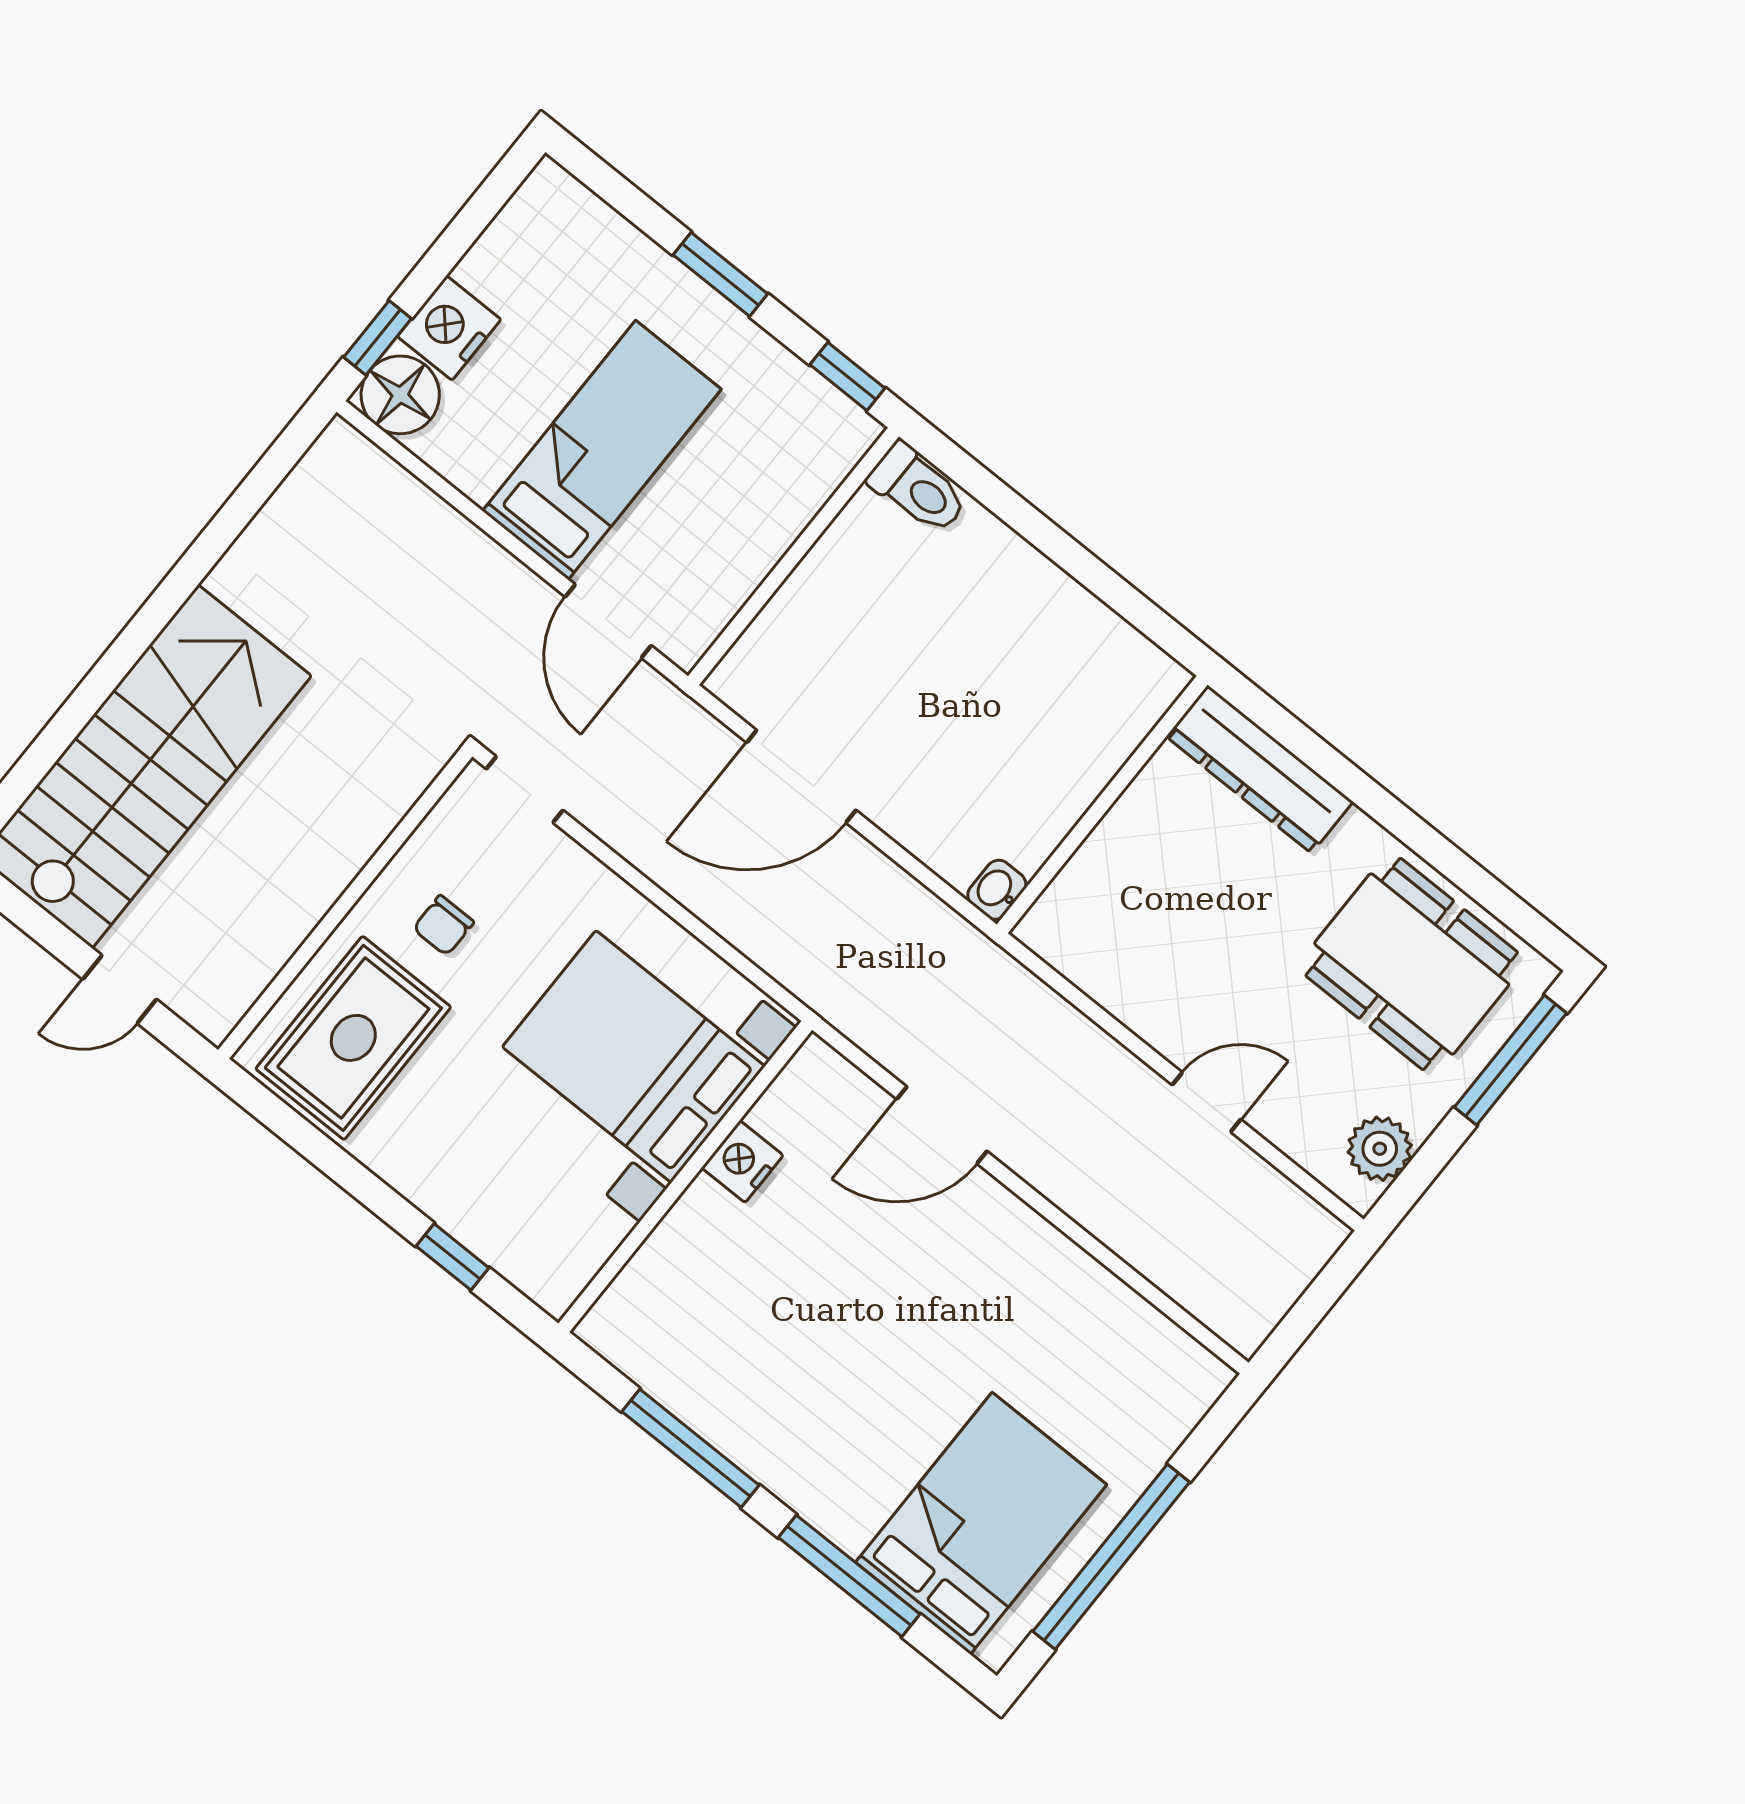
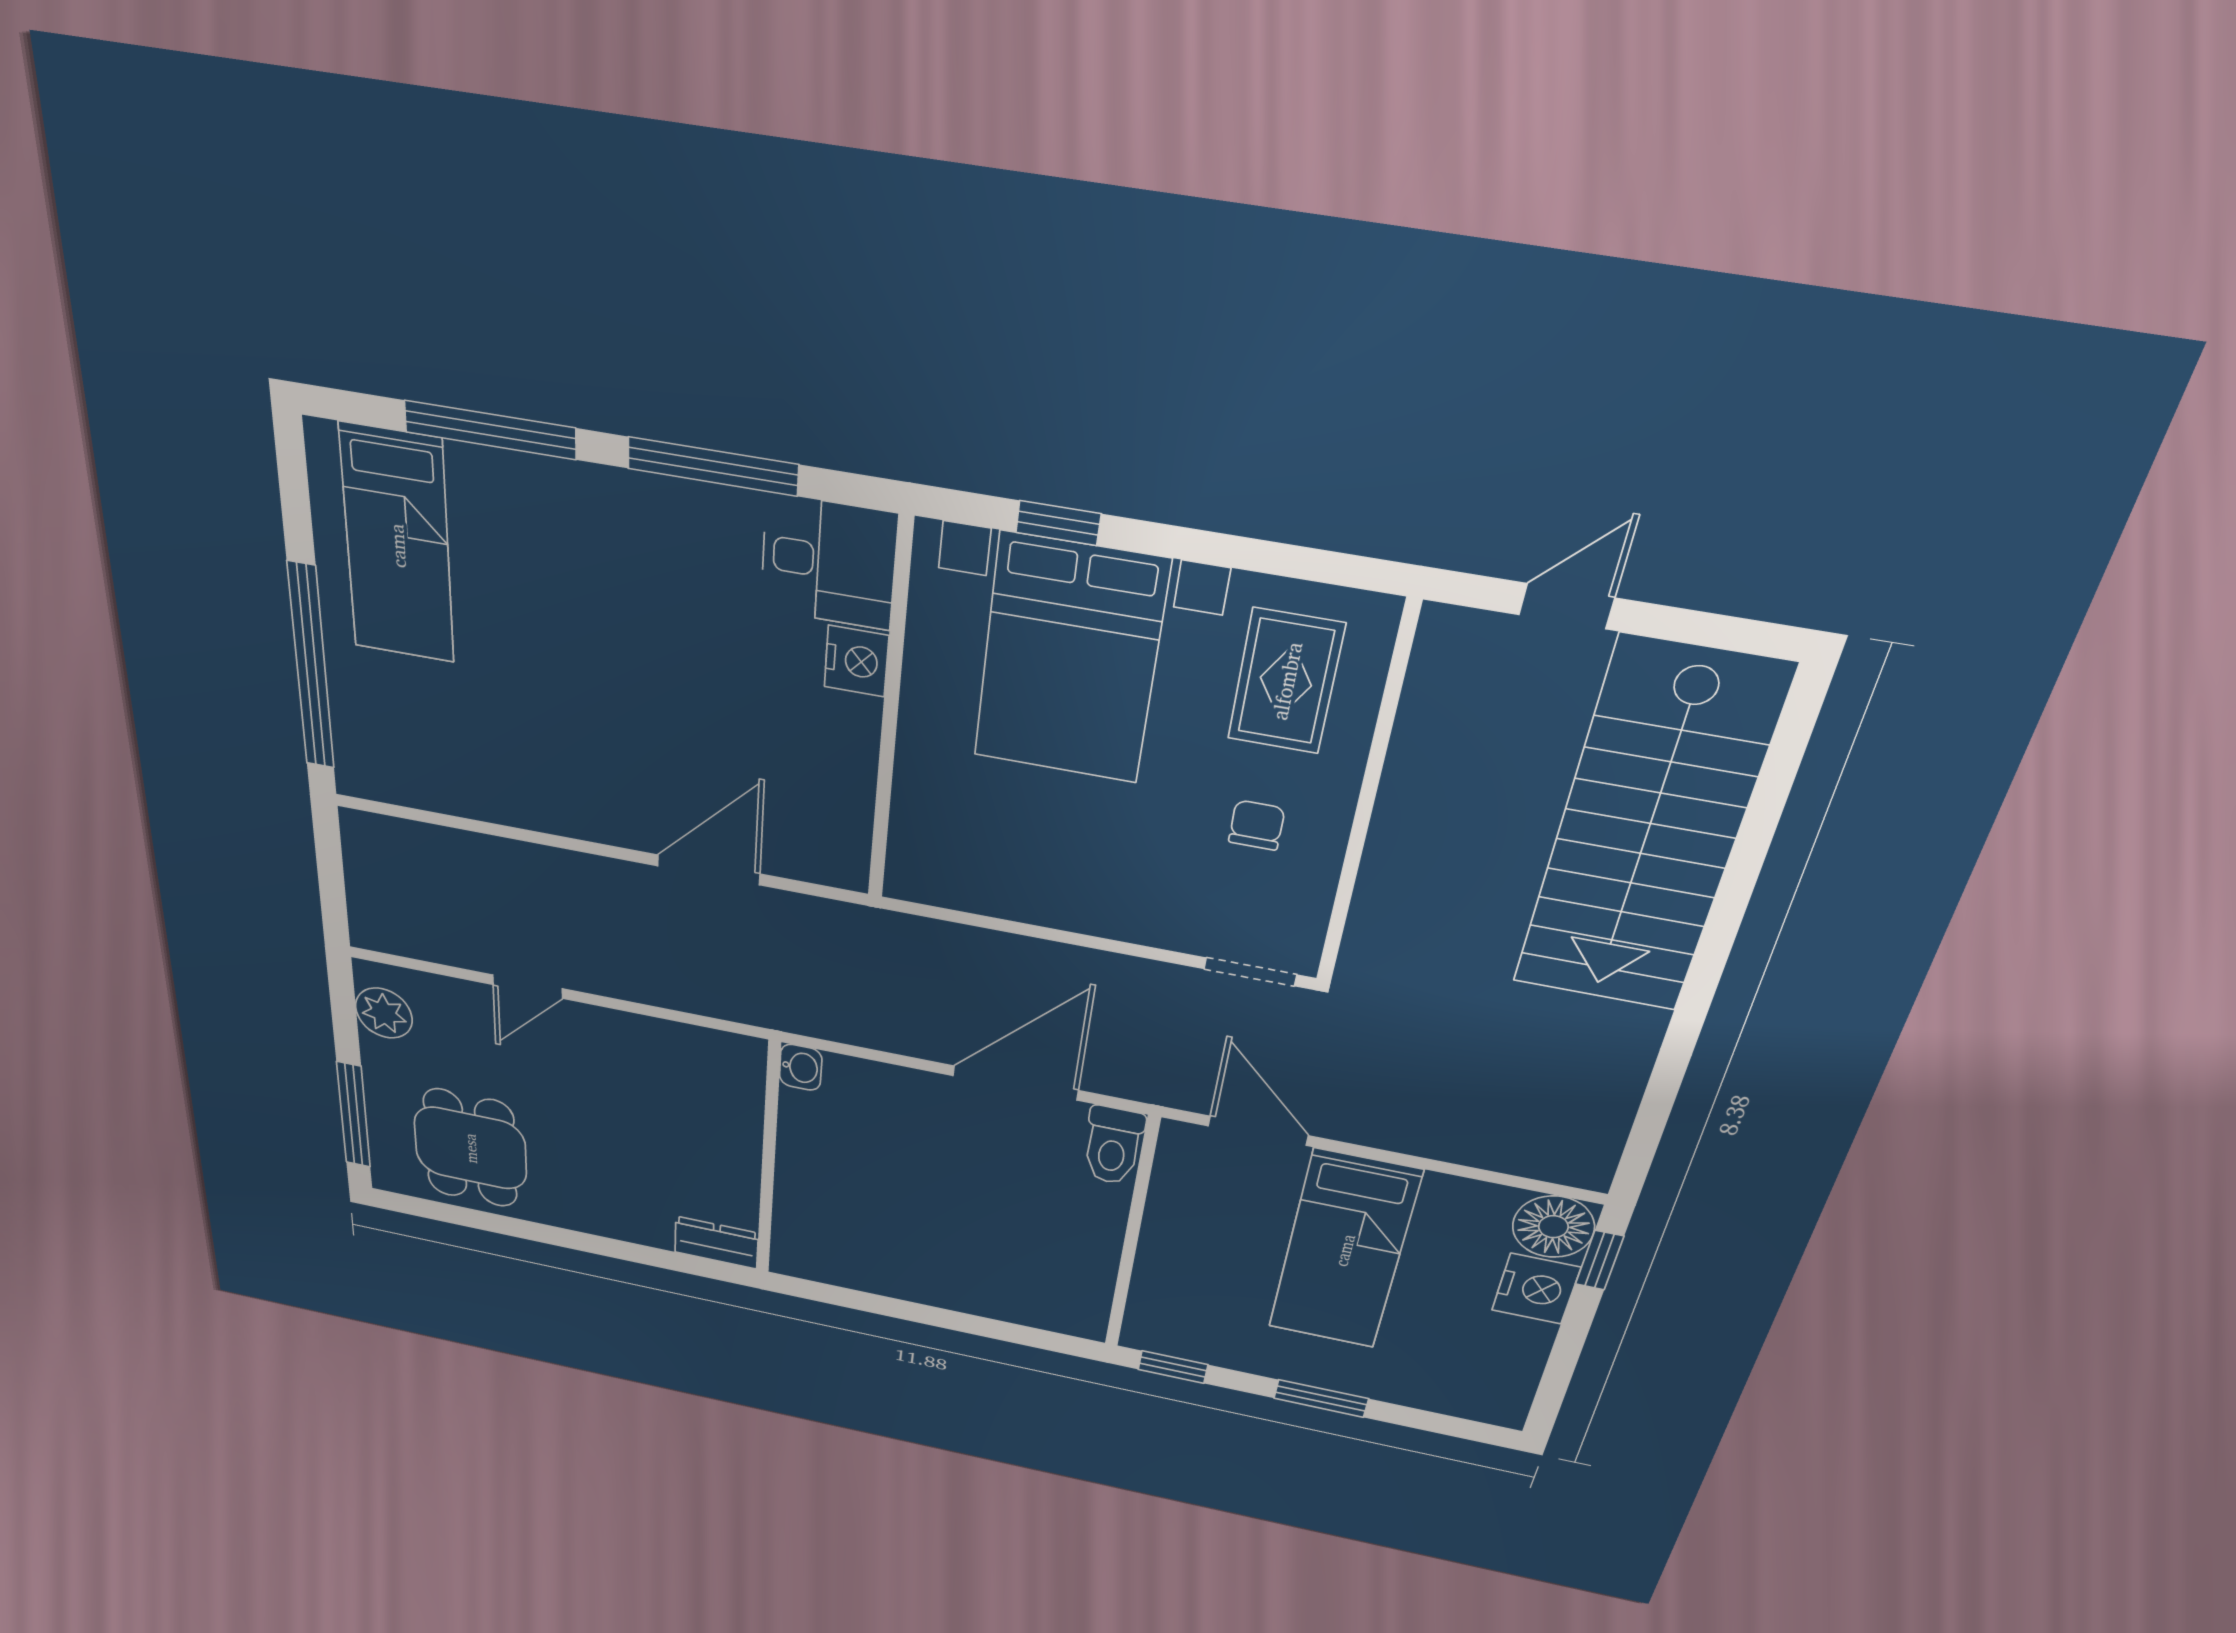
toilet: (918, 489) -> (1113, 1146), moved, turned -90
dresser: (1260, 769) -> (716, 1243), width x0.51, depth x0.80
dining table: (1412, 964) -> (470, 1148), width x0.73
rug: (353, 1038) -> (1286, 681), width x0.73, depth x0.70
bed with nightstands: (634, 1057) -> (1070, 660), moved, turned 90
nightstand: (742, 1162) -> (856, 661), moved
desk: (650, 1327) -> (829, 562), added
bed: (981, 1523) -> (397, 545), width x0.67
window: (1111, 1557) -> (311, 667), moved

